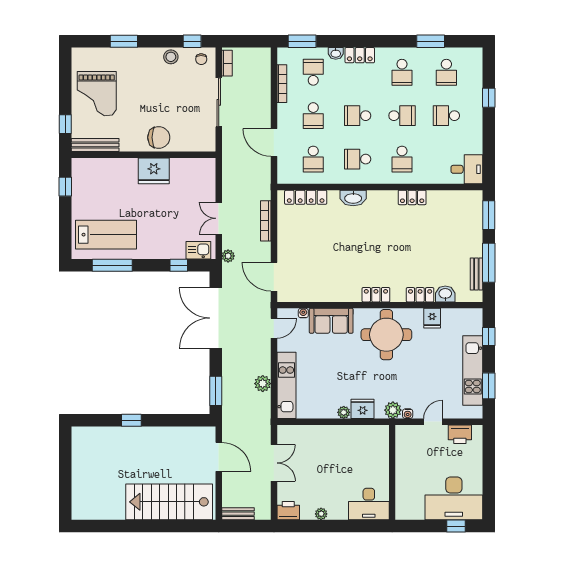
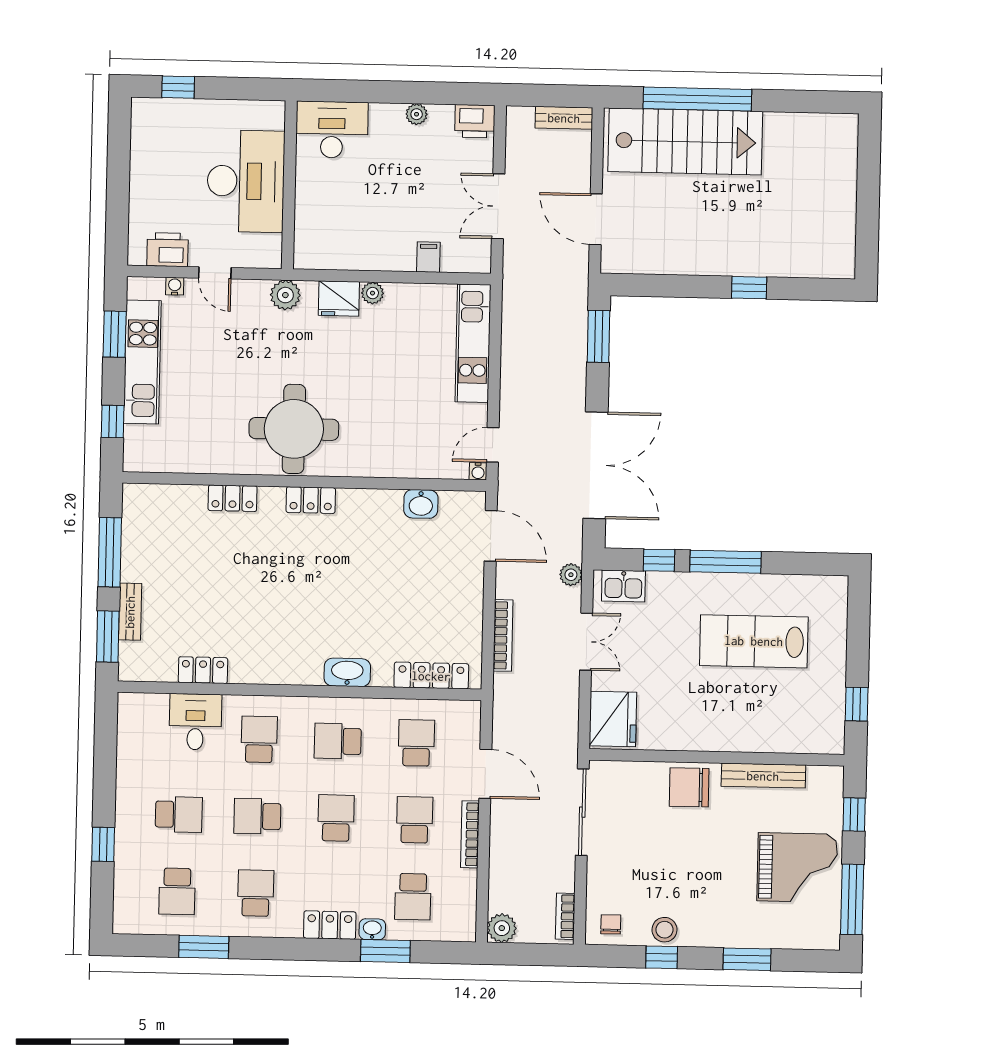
window: (192, 41) -> (662, 957), moved
window: (302, 41) -> (385, 951), moved
school desk: (446, 72) -> (177, 891), turned 180
window: (65, 76) -> (852, 899), added
bookcase: (282, 84) -> (470, 834), moved
grand piano: (97, 94) -> (797, 868), turned 90
sliding door: (219, 102) -> (582, 812), moved
school desk: (358, 116) -> (336, 818), turned -90
bench: (95, 145) -> (763, 776), moved
school desk: (358, 159) -> (338, 741), turned 180
desk: (467, 169) -> (195, 722), moved, turned 90
fridge: (154, 171) -> (613, 719), moved, turned 90
locker: (412, 197) -> (203, 670), moved
lab bench: (106, 235) -> (754, 641), moved
window: (112, 265) -> (726, 562), moved
bench: (476, 274) -> (130, 612), moved
washbasin: (445, 294) -> (421, 504), moved
water cooler: (303, 313) -> (478, 471), moved
fridge: (432, 318) -> (212, 456), removed
sofa: (331, 321) -> (391, 456), removed
plant: (263, 384) -> (502, 928), moved
water cooler: (408, 414) -> (175, 286), moved
door: (433, 422) -> (215, 273), hinge flipped
filing cabinet: (313, 433) -> (428, 257), added
desk: (454, 498) -> (246, 181), moved, turned 90
window: (163, 526) -> (697, 99), added

